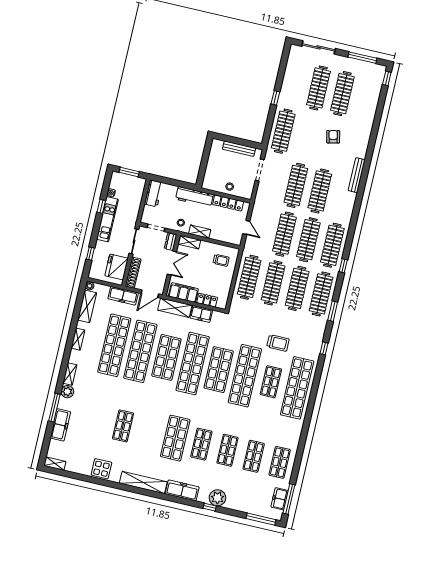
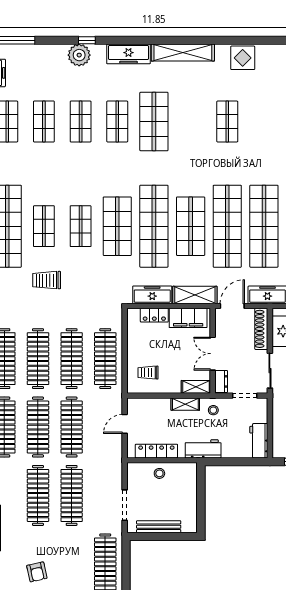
workbench: (194, 197) -> (203, 449), width x0.73
door: (246, 228) -> (125, 424), hinge flipped
freezer: (201, 314) -> (152, 295), width x1.40
shop shelf: (245, 376) -> (81, 226), width x0.50, depth x0.74

